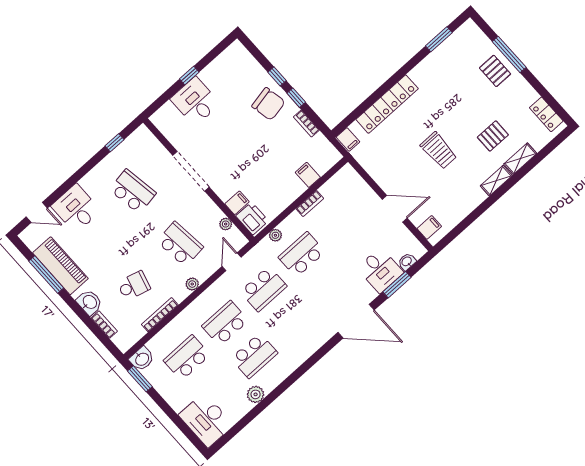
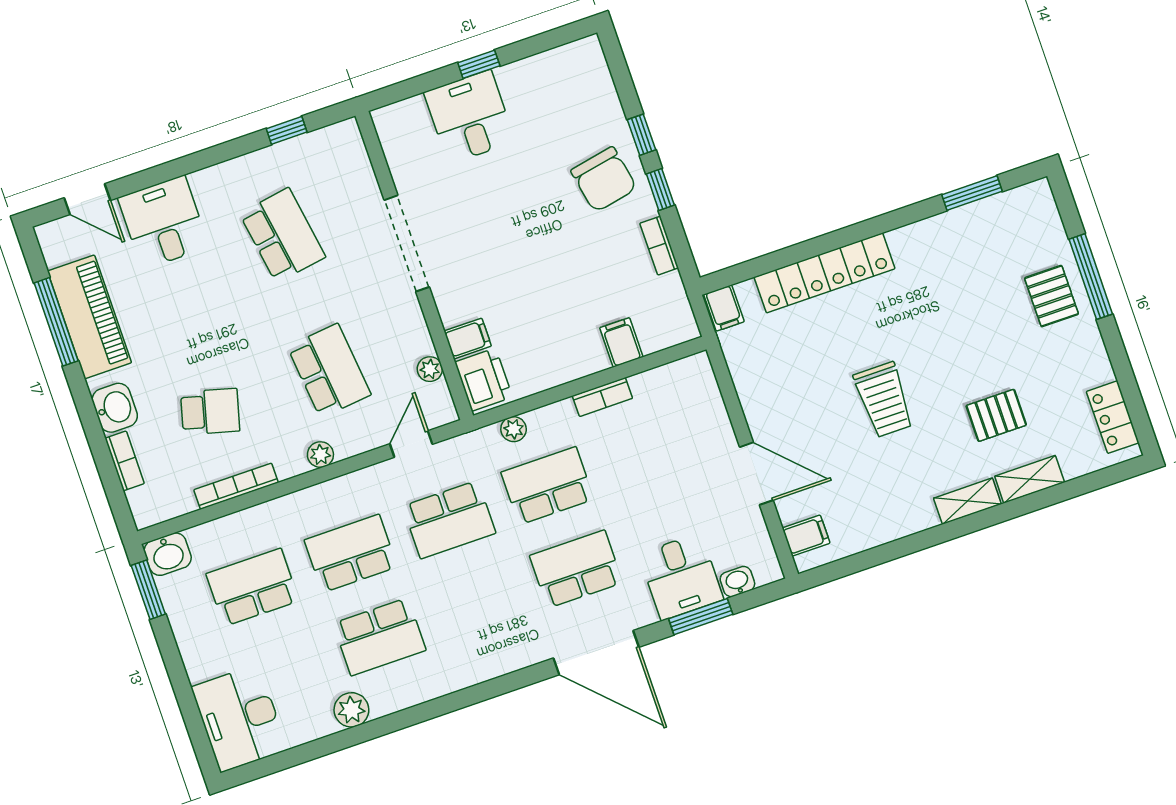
school desk: (331, 287) -> (576, 569), added

